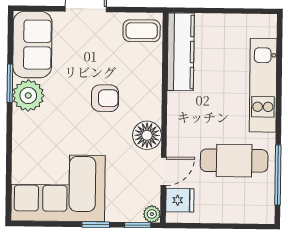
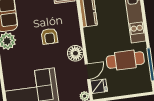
armchair: (105, 98) -> (49, 36), turned 90

